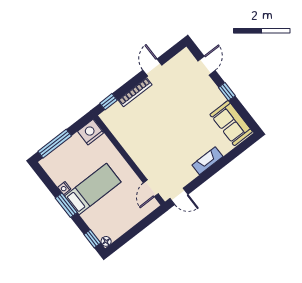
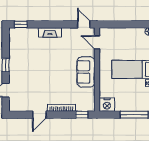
sofa: (231, 123) -> (86, 72), moved, turned 180
window: (244, 146) -> (21, 24), added
door: (151, 188) -> (97, 42), swing flipped

